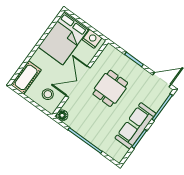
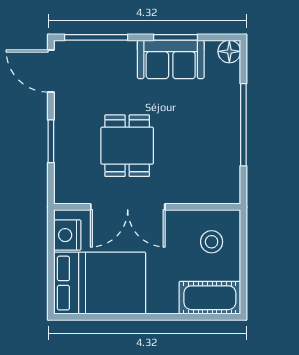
double door: (78, 82) -> (128, 207), moved
dining table: (110, 88) -> (127, 146), turned 90
floor lamp: (62, 115) -> (229, 51), moved
sofa: (135, 126) -> (171, 59), width x0.73

